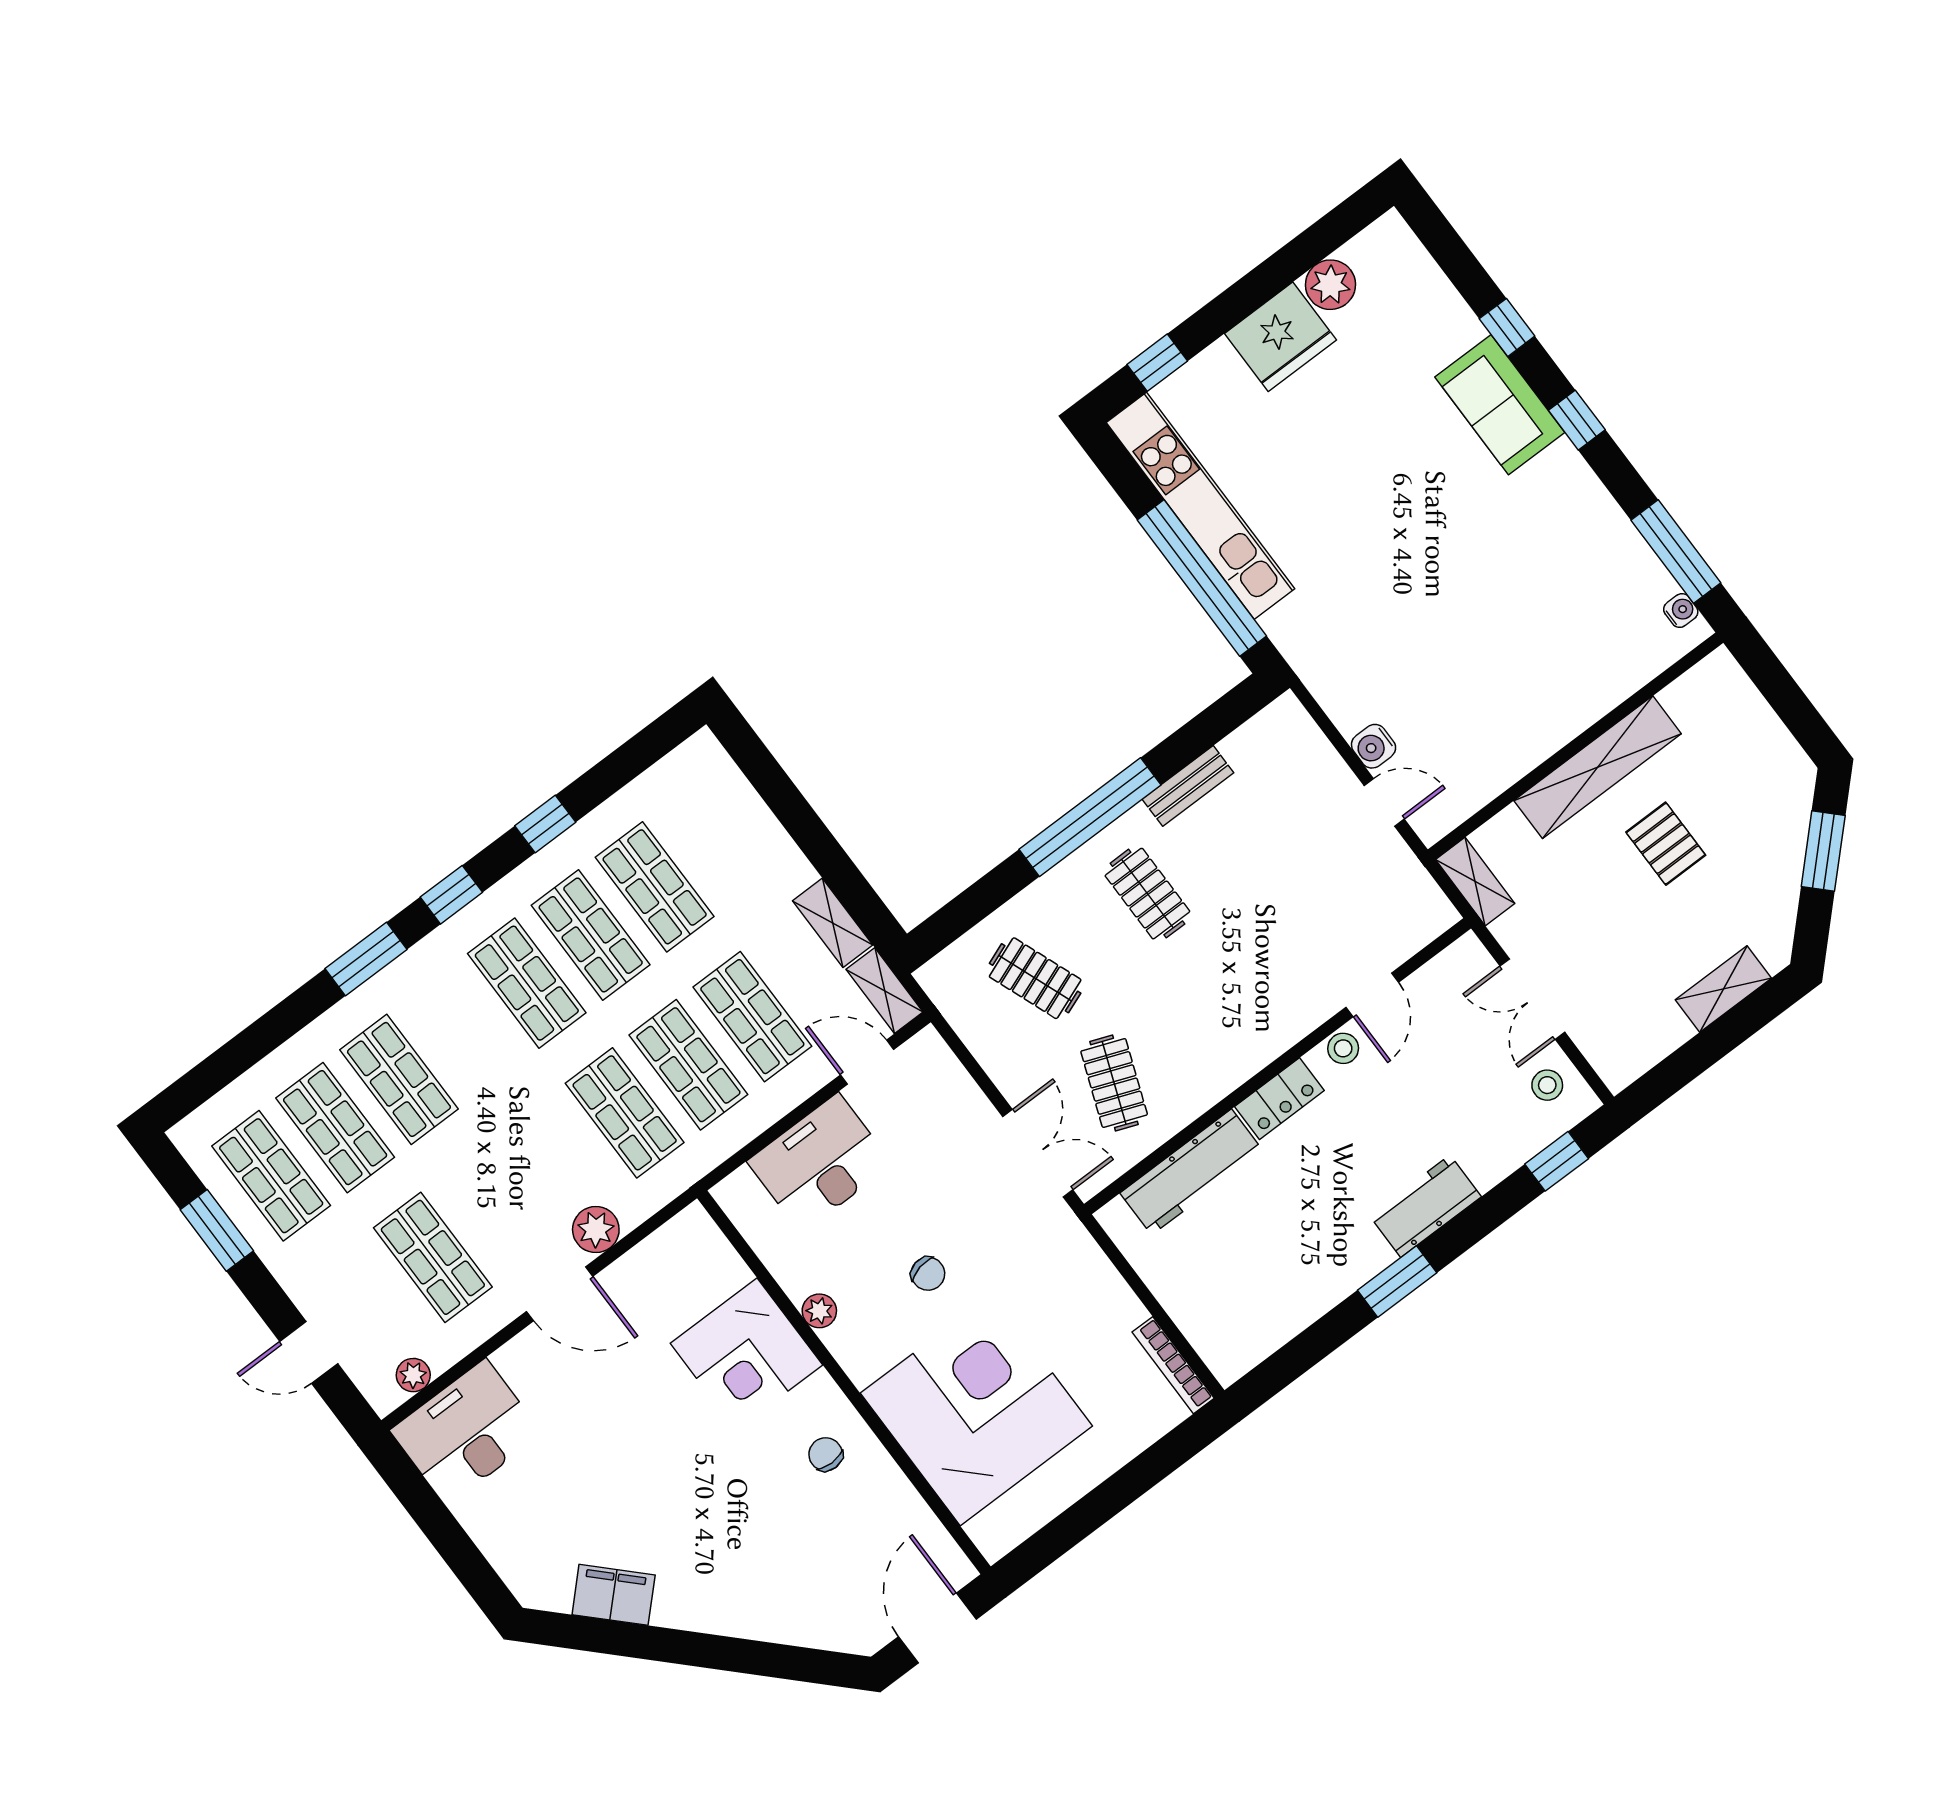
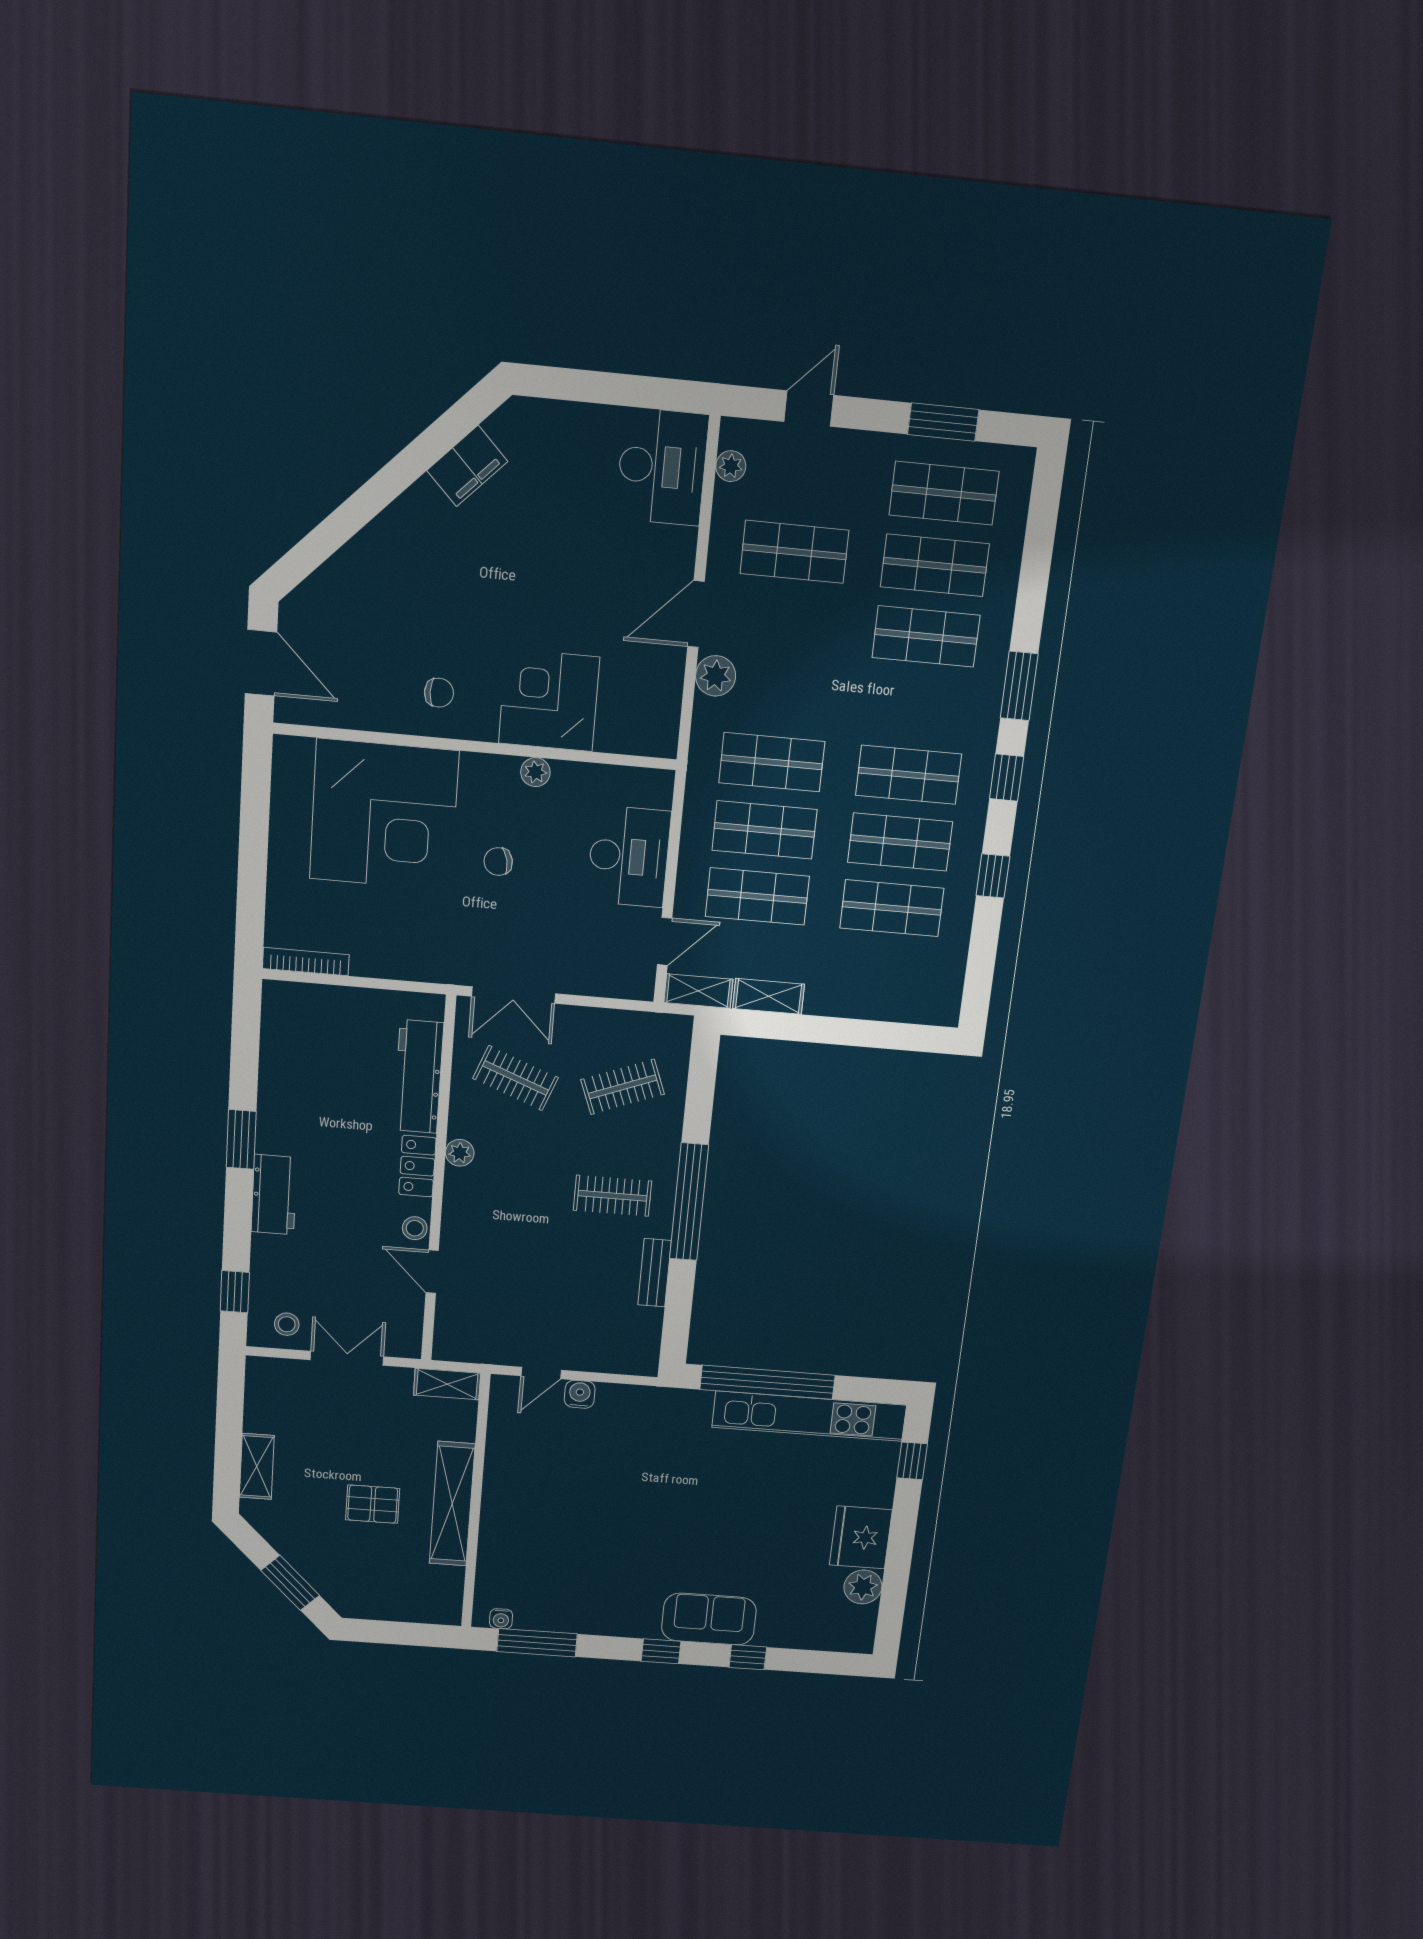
plant: (1232, 1071) -> (460, 1153), added

